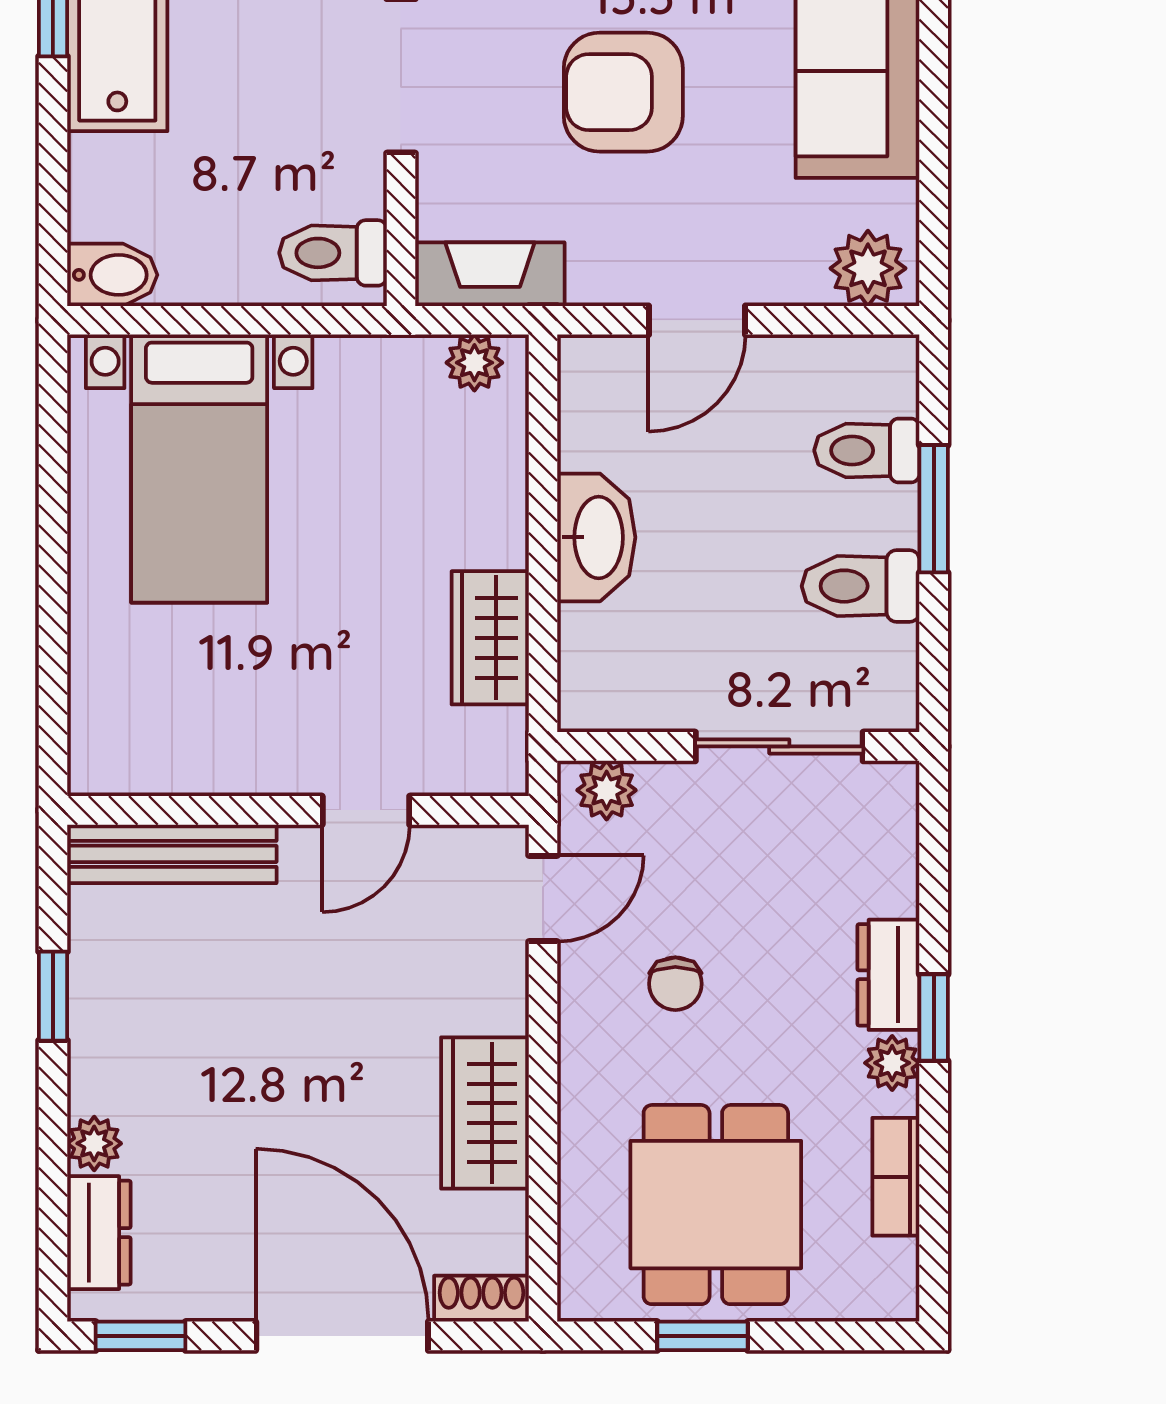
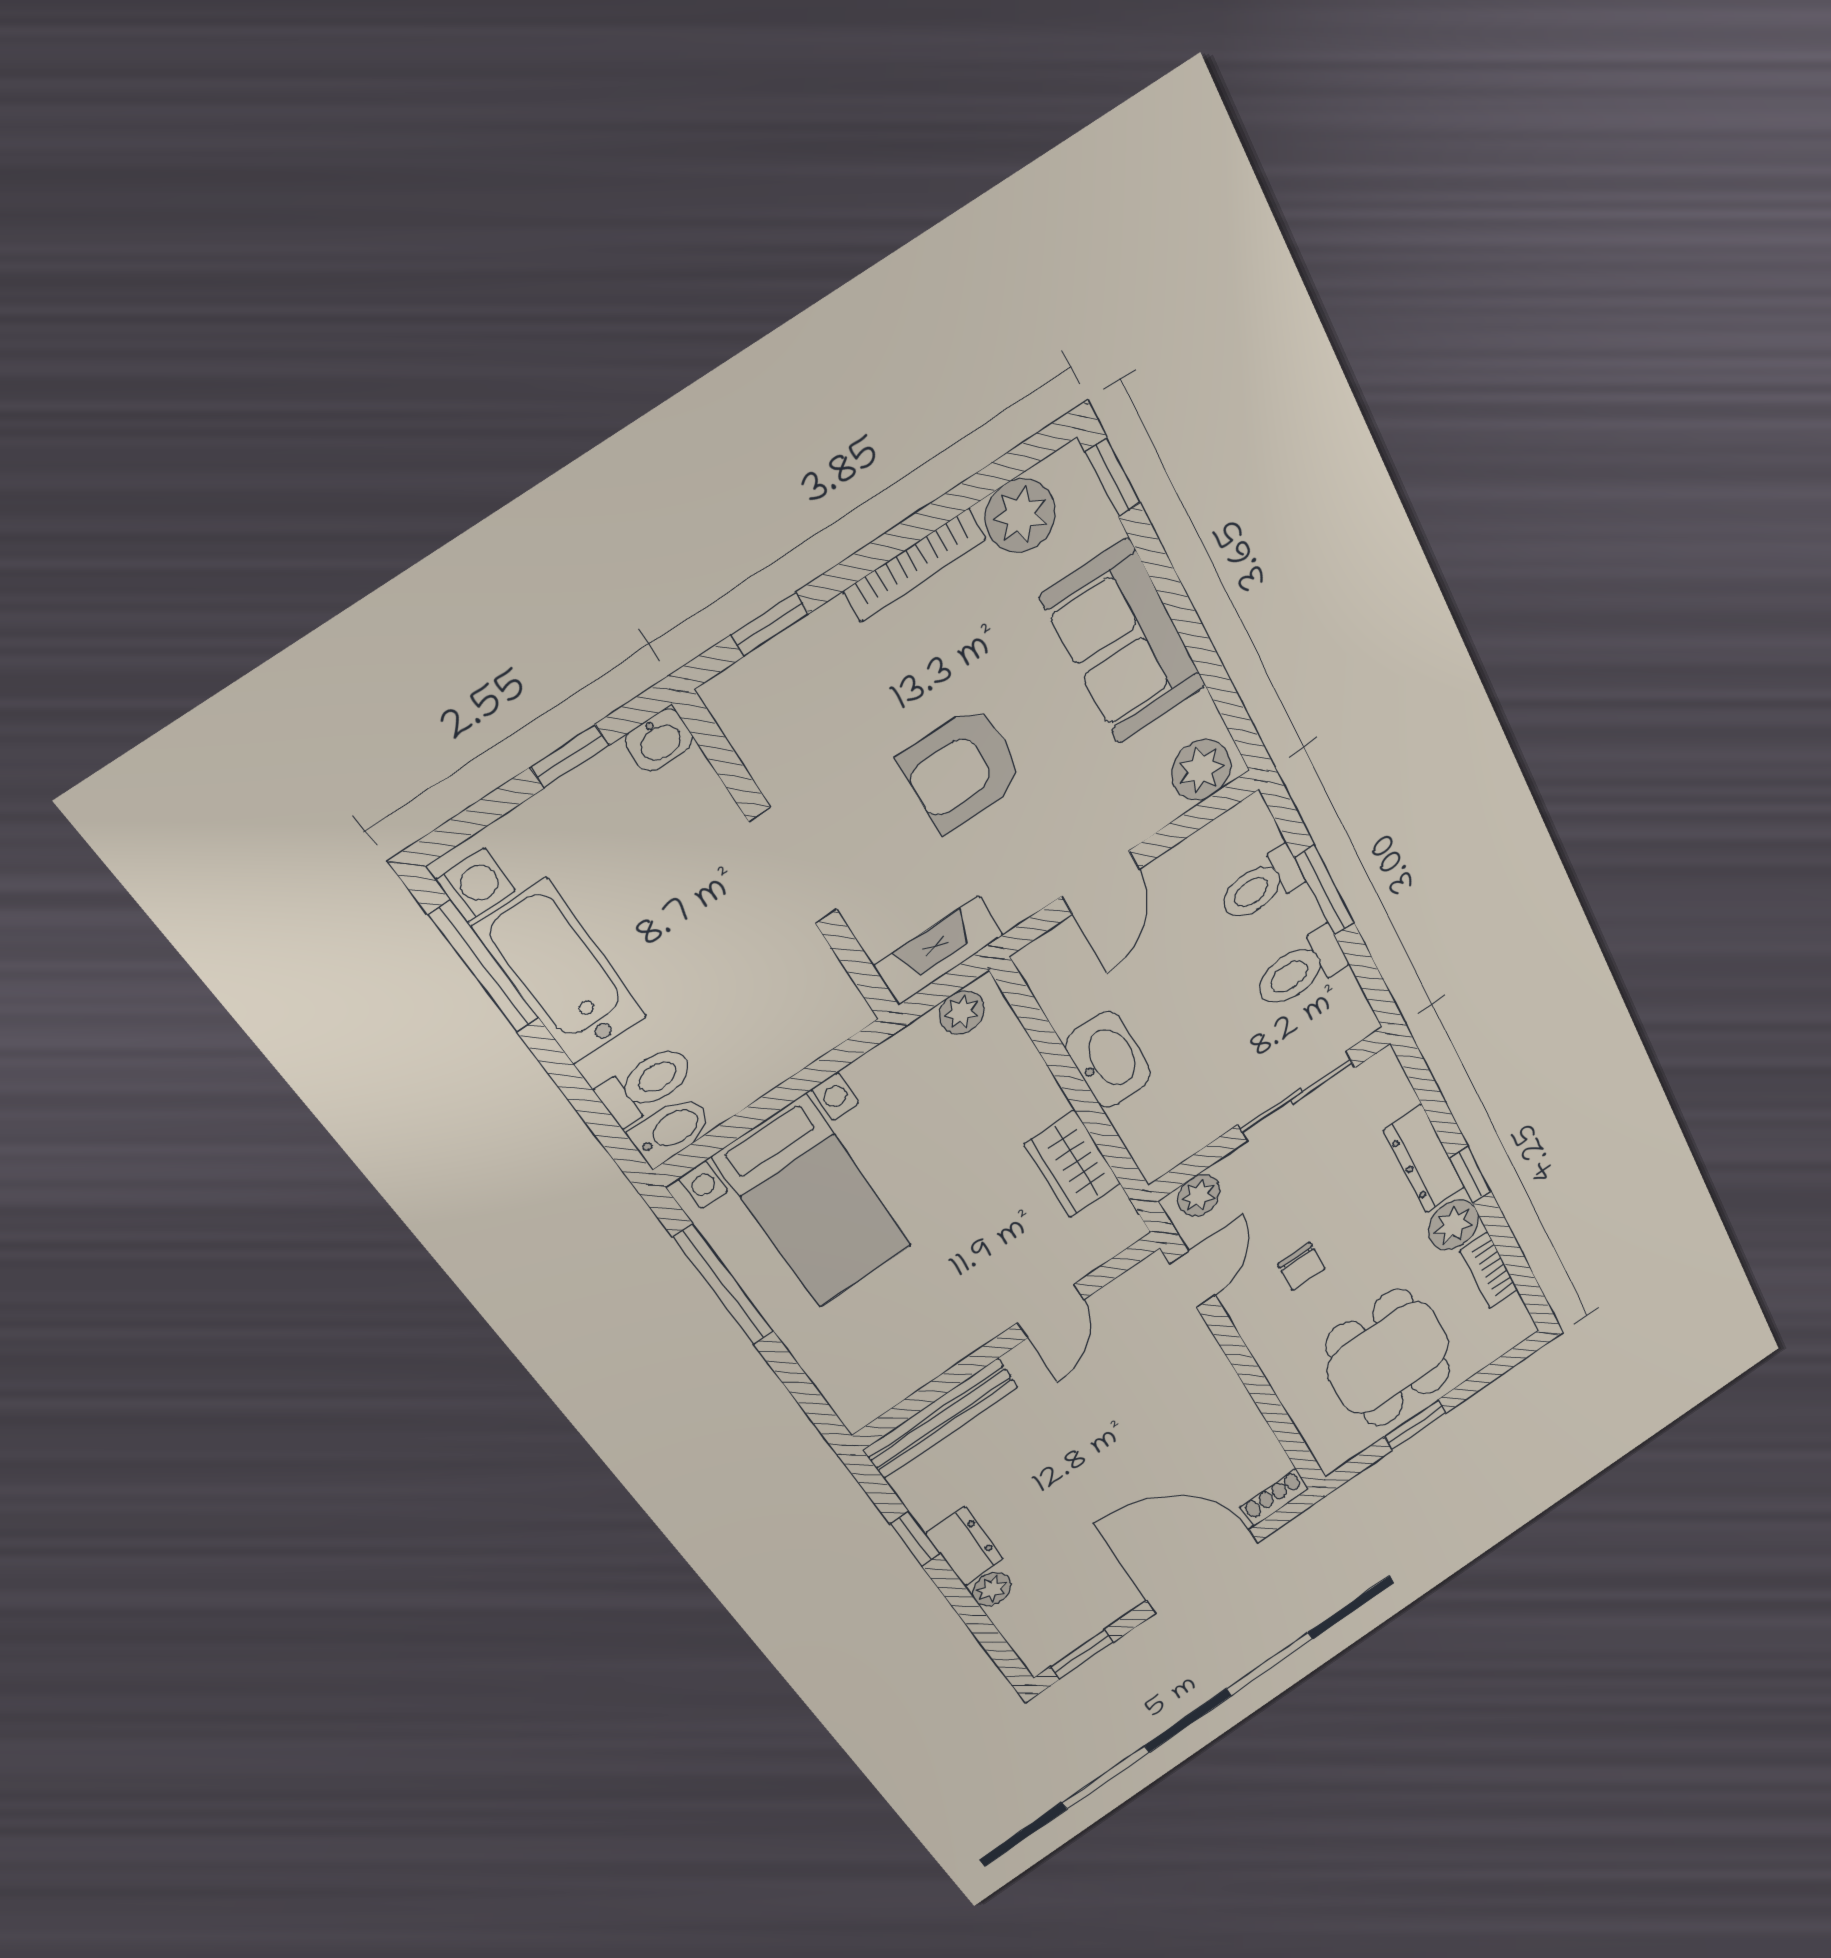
toilet: (333, 253) -> (646, 1084), moved, turned 180
window: (53, 496) -> (724, 1285), added
dresser: (888, 975) -> (1424, 1159), width x1.44
plant: (892, 1063) -> (1453, 1225), width x1.38, depth x1.38
wardrobe: (485, 1113) -> (1222, 1410), removed
dresser: (99, 1233) -> (964, 1546), moved

